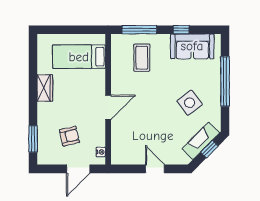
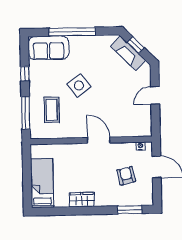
sofa: (192, 46) -> (48, 48), moved, turned 90
bed: (79, 57) -> (42, 183), moved, turned 180
coffee table: (142, 58) -> (52, 110), turned 90
side table: (190, 103) -> (79, 85), moved

